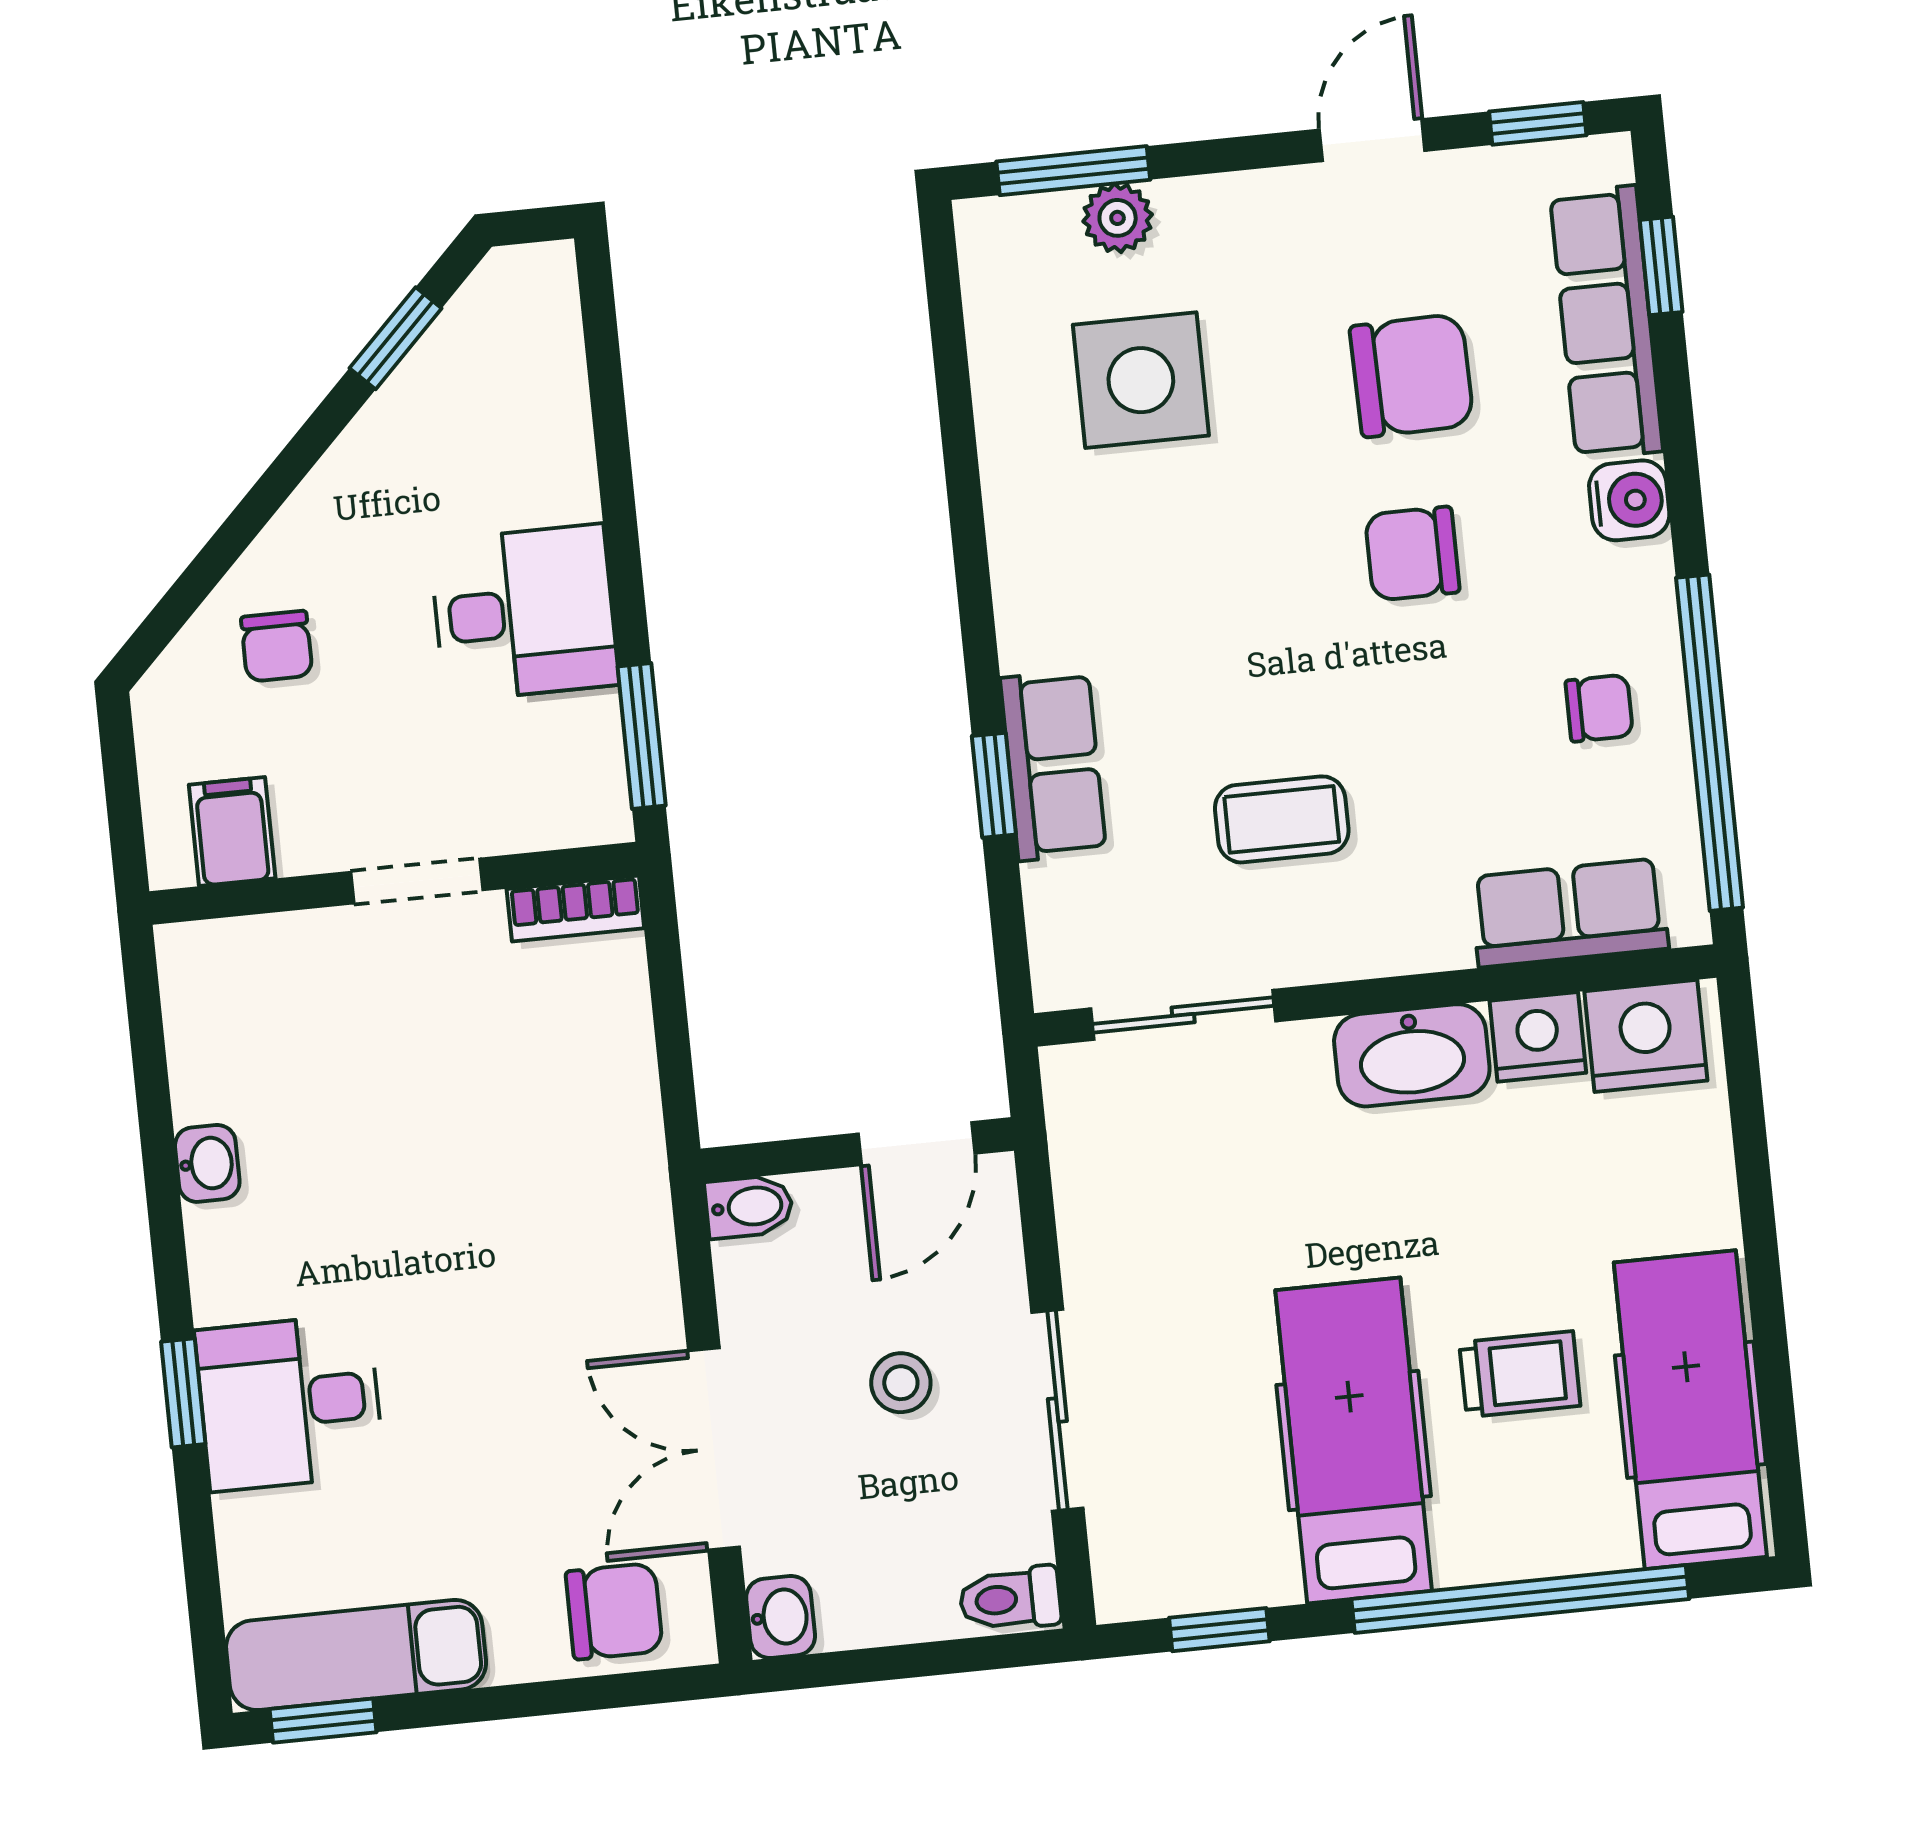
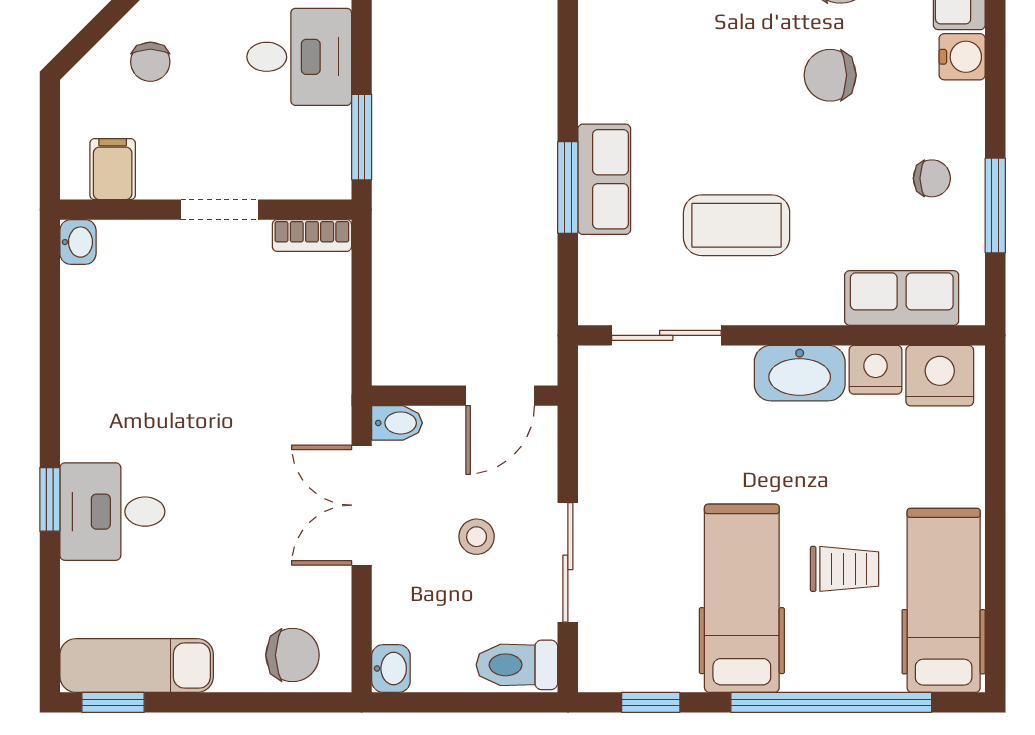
window: (1710, 743) -> (995, 205), width x0.47
window: (994, 785) -> (568, 188), width x1.50
coffee table: (1282, 819) -> (737, 225), width x1.36, depth x1.30
washbasin: (207, 1163) -> (78, 242), moved
double door: (714, 1449) -> (362, 505), moved
toilet: (1010, 1599) -> (517, 665), width x1.37, depth x1.39

